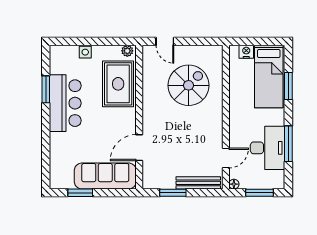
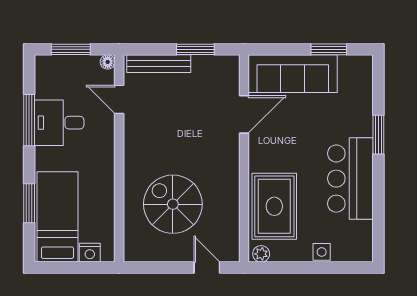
spiral stairs: (189, 85) -> (173, 204), turned 90
window: (46, 89) -> (378, 135), moved
desk: (268, 148) -> (59, 123), width x0.73
door: (226, 158) -> (119, 99), hinge flipped

